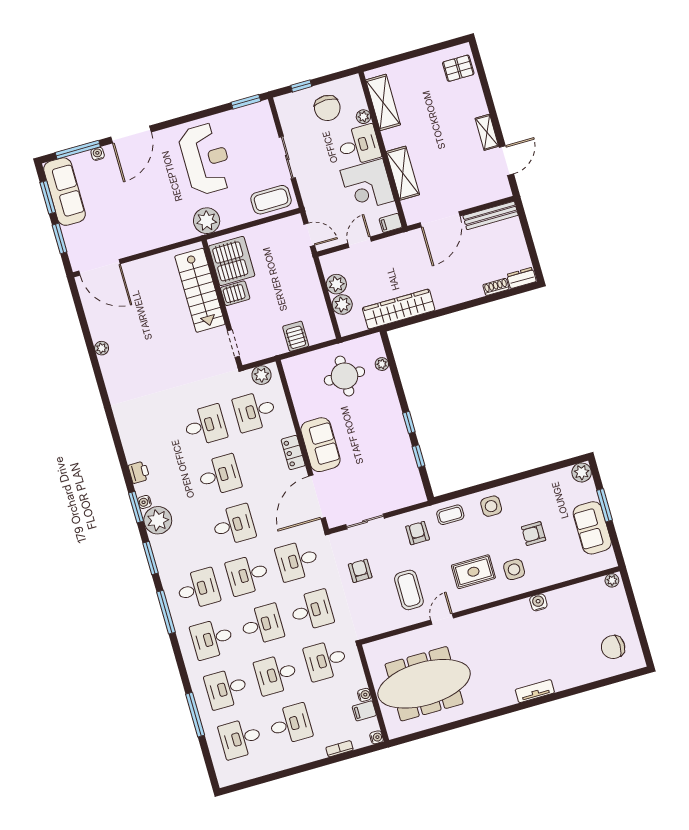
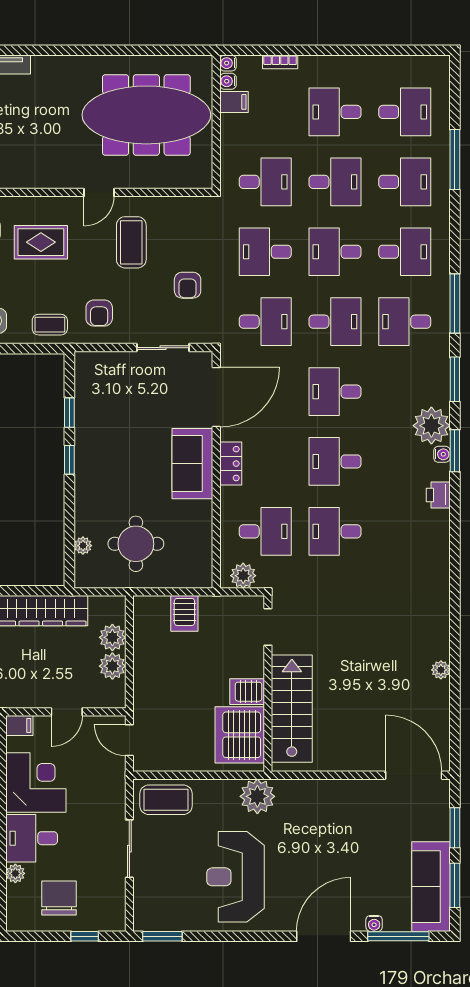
water cooler: (364, 695) -> (228, 81), moved

